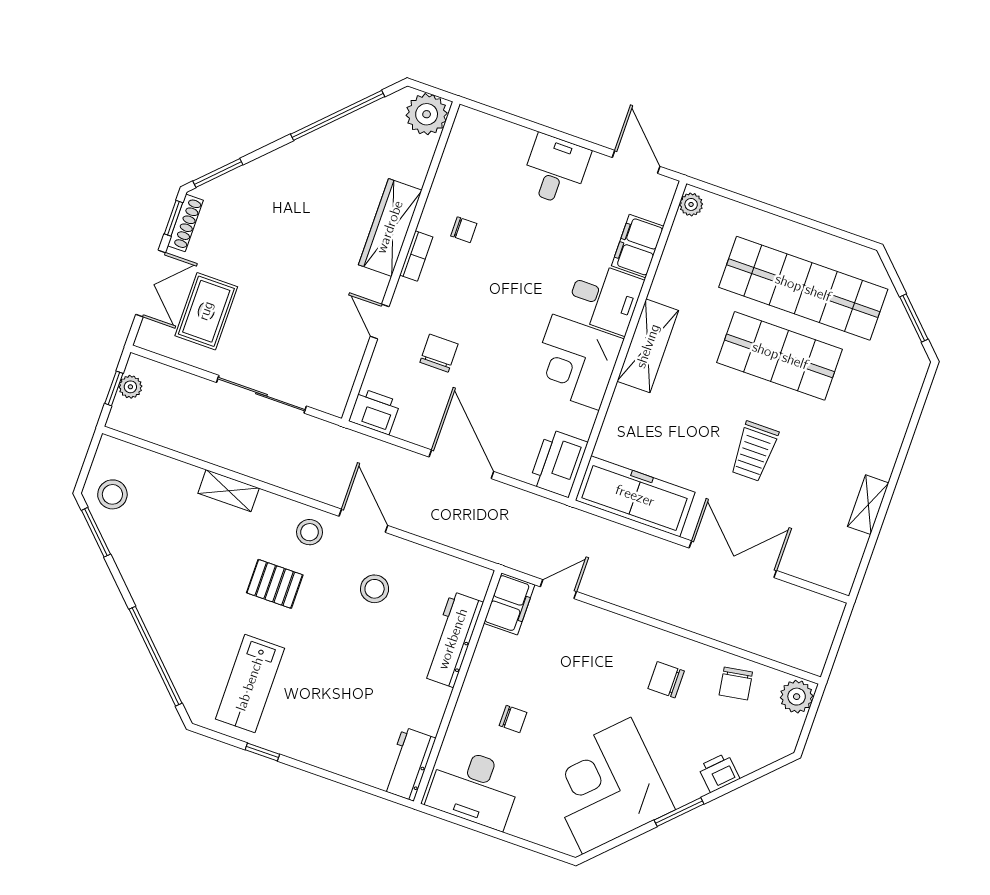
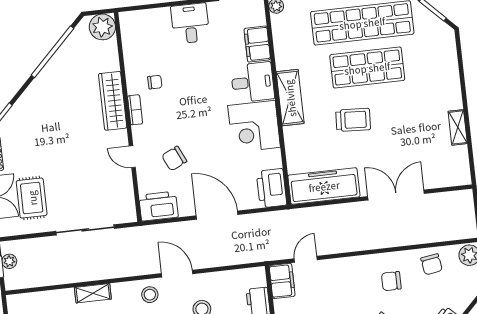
chair: (439, 353) -> (174, 158), turned -115
printer: (375, 411) -> (158, 206), width x1.37, depth x1.19
trolley: (754, 451) -> (353, 120), moved, turned -87

